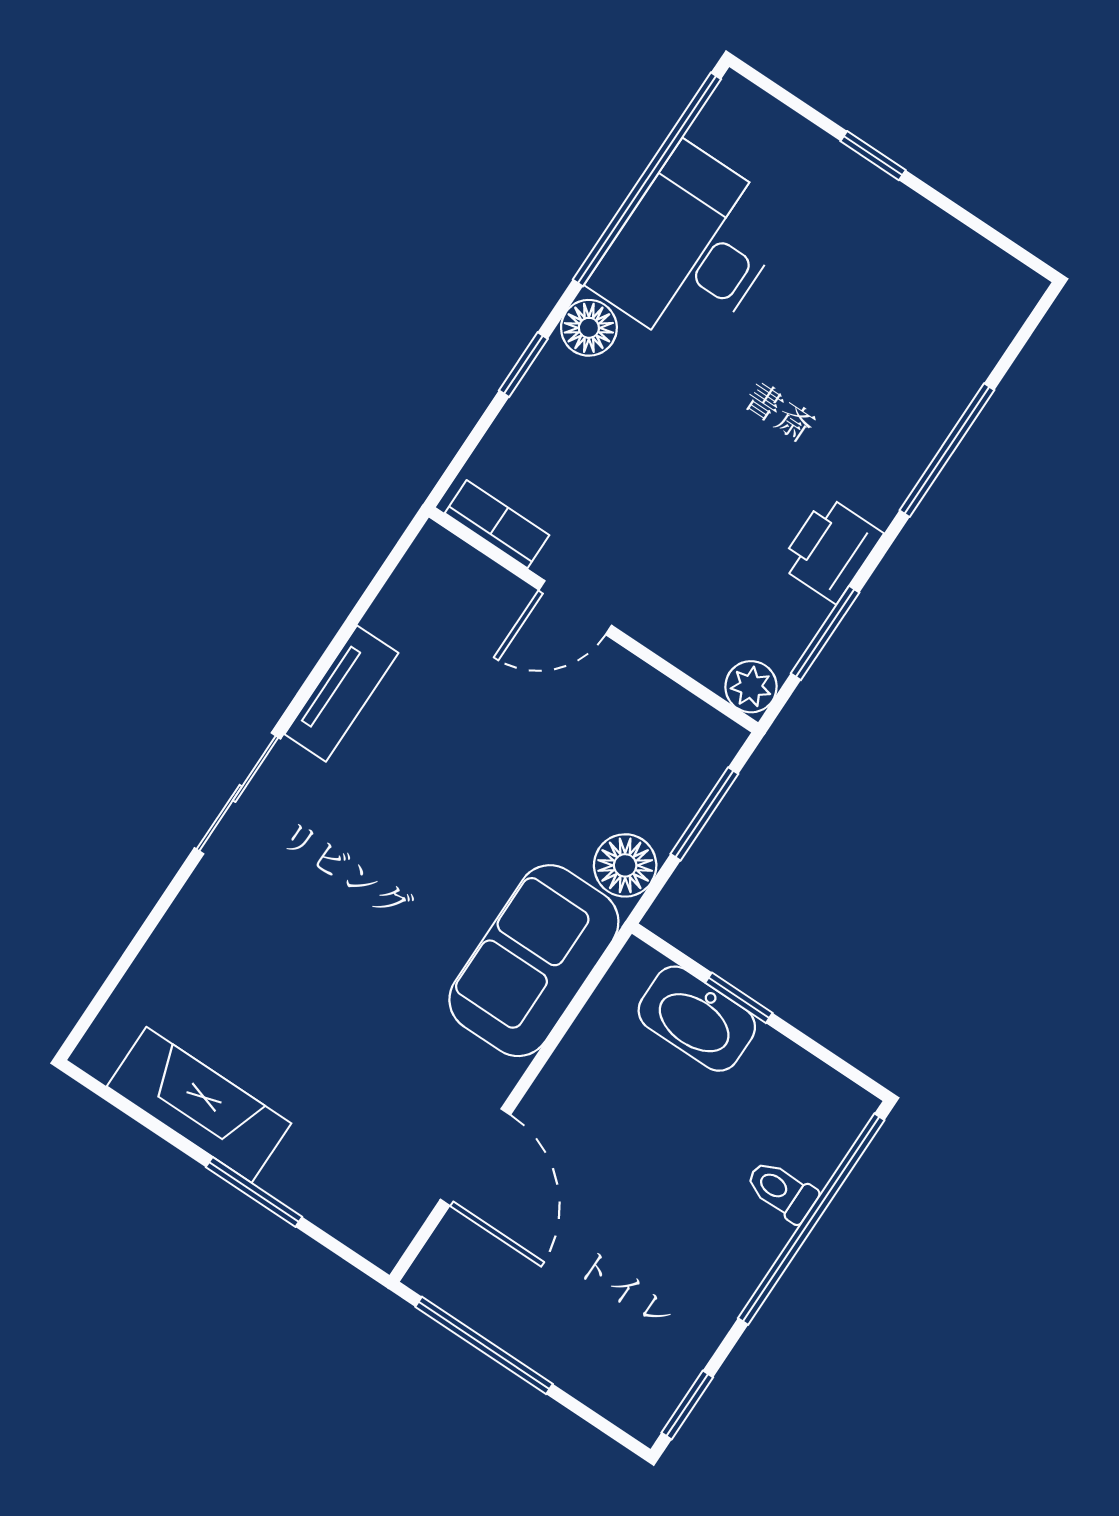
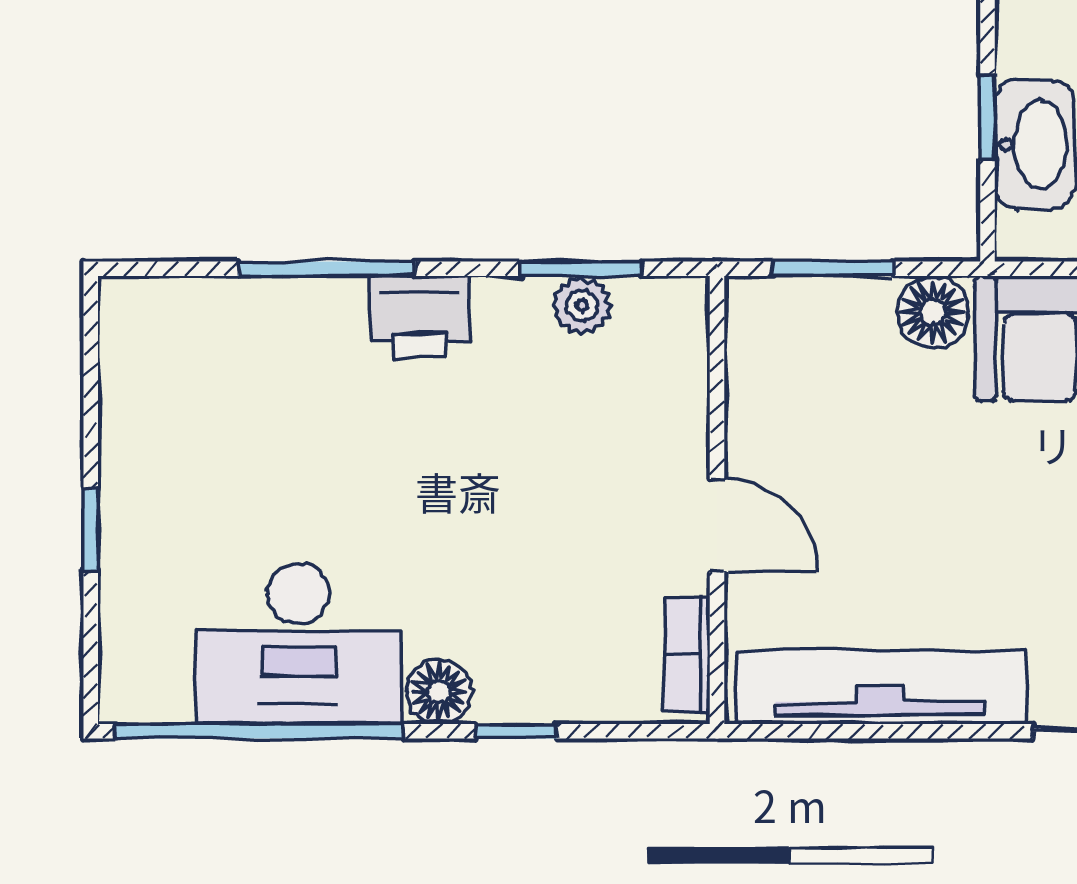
printer: (831, 549) -> (420, 317), moved
plant: (751, 687) -> (582, 305), moved
tv unit: (341, 694) -> (880, 687), width x1.92, depth x1.29

